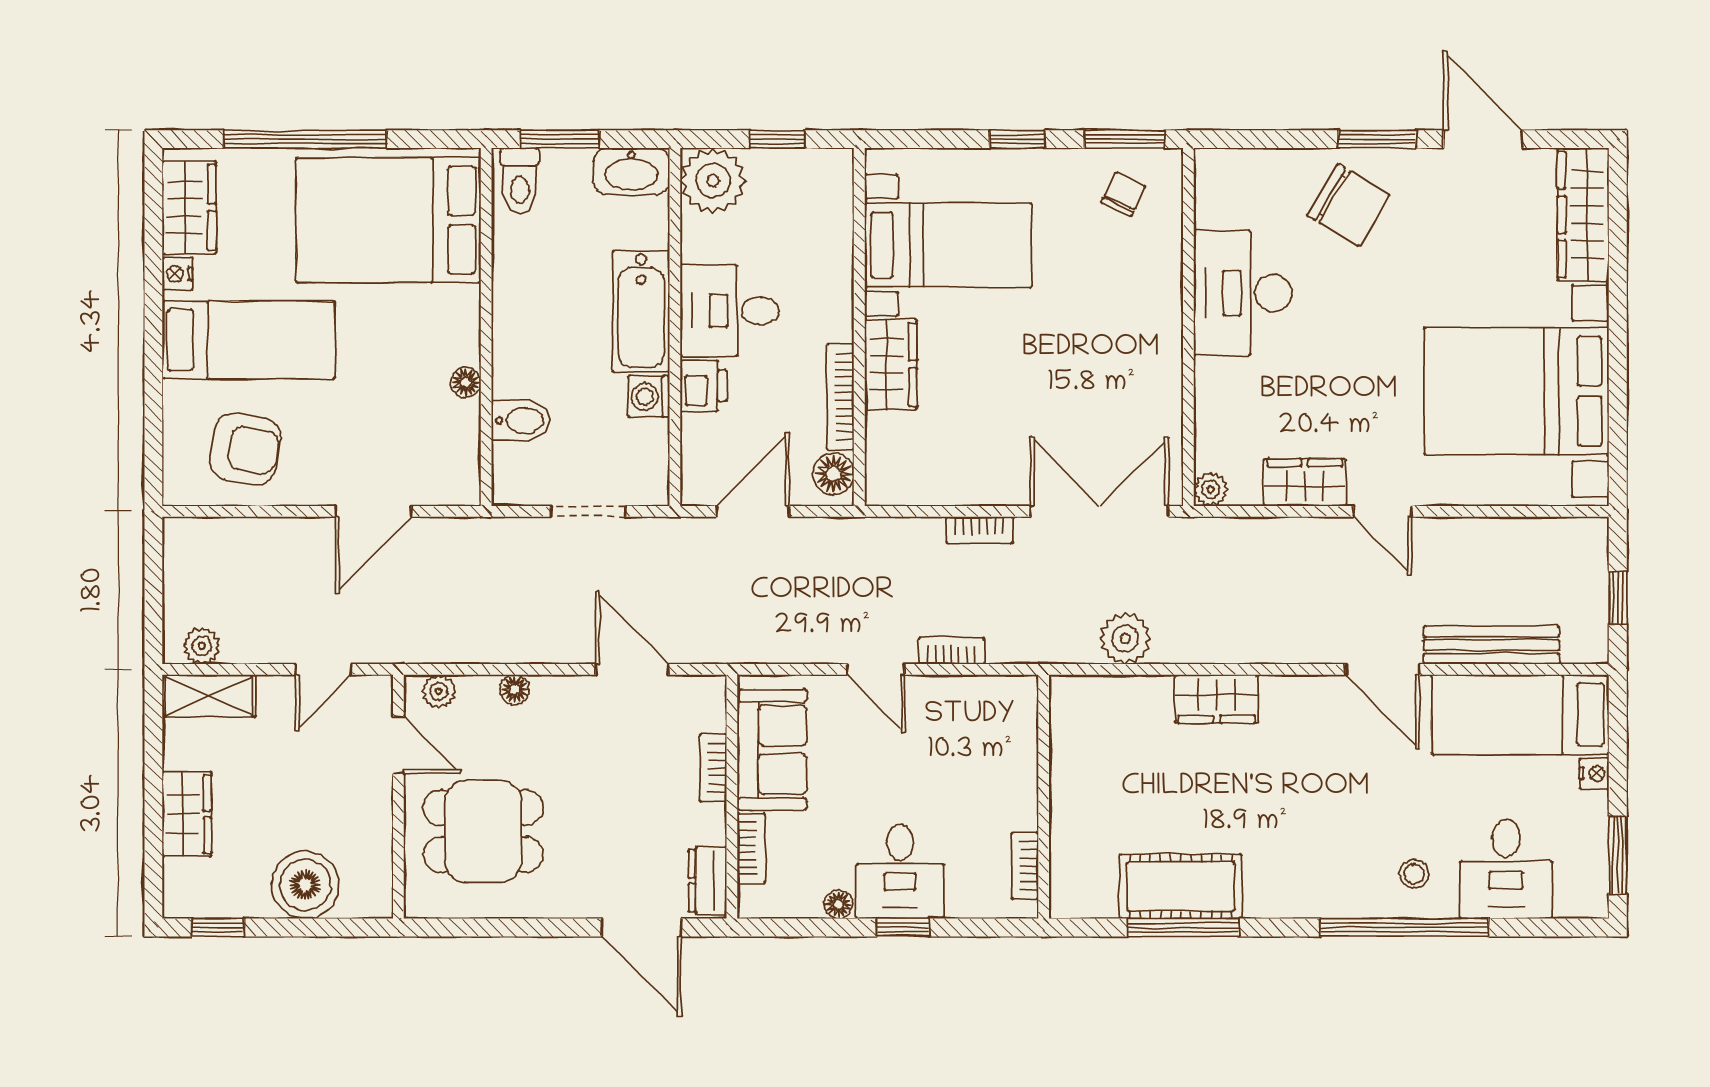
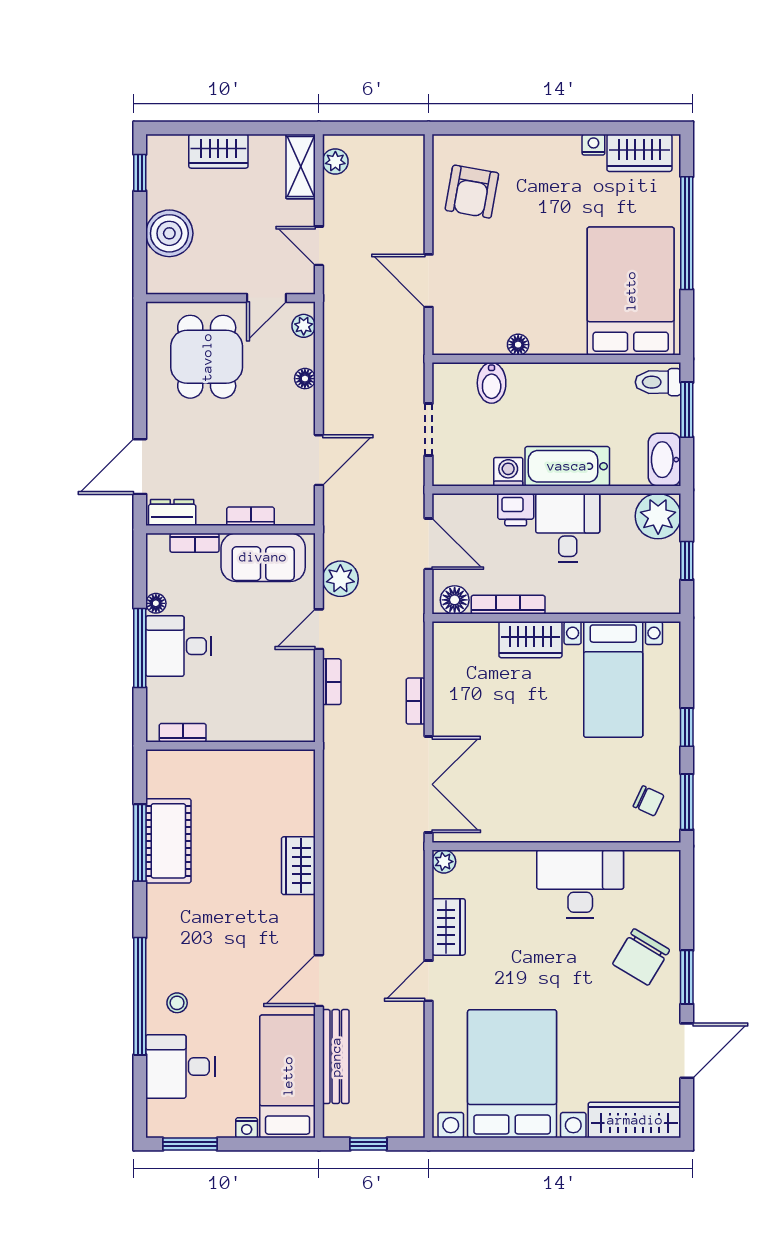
bed: (249, 340) -> (547, 194), removed
plant: (1125, 638) -> (340, 579), moved
window: (903, 927) -> (140, 648), width x2.17

